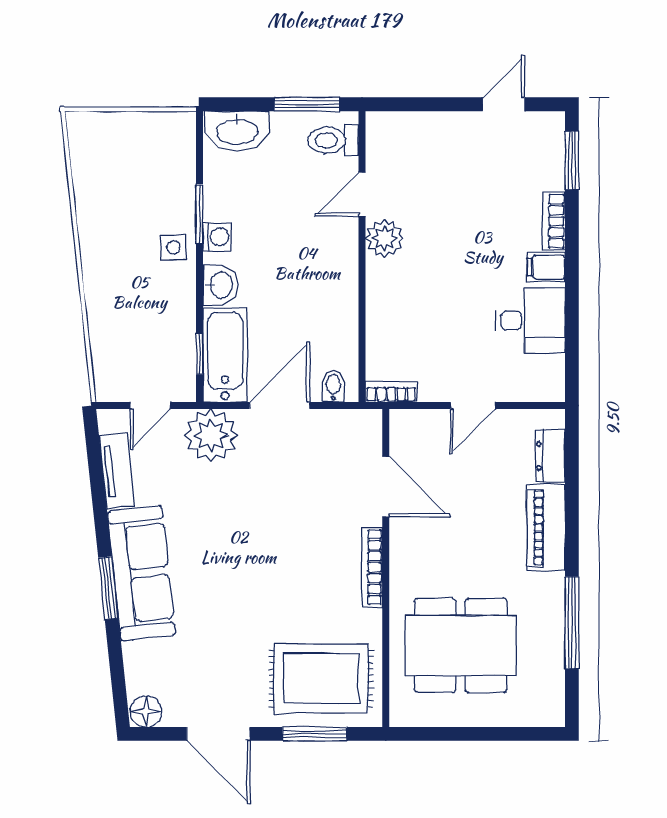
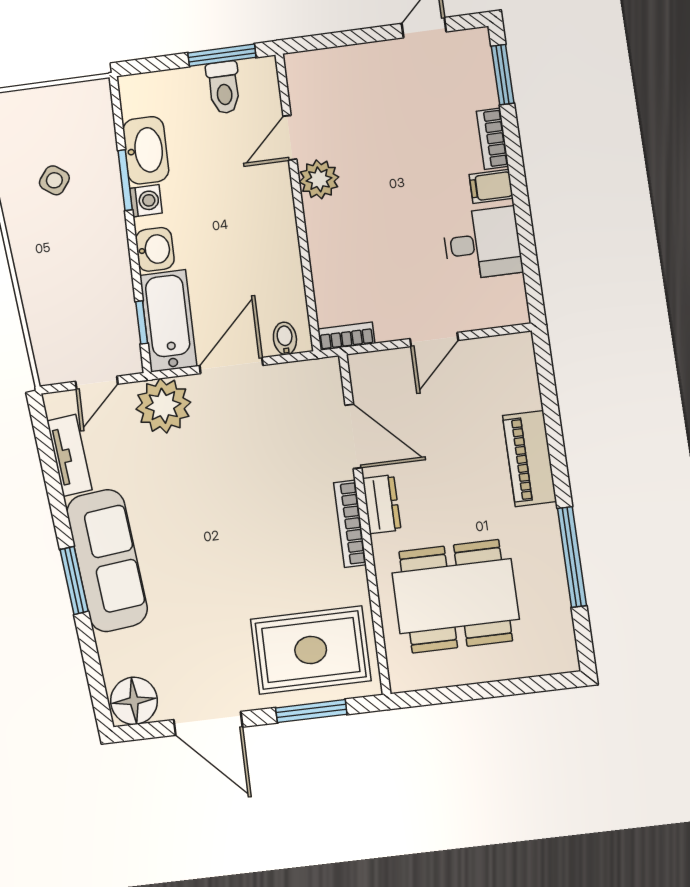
washbasin: (237, 131) -> (146, 150), moved, turned -90
toilet: (333, 140) -> (224, 87), moved, turned -90
side table: (174, 247) -> (54, 180), moved, turned 36
dresser: (550, 456) -> (382, 504), moved, turned 180
floor lamp: (146, 711) -> (134, 701), width x1.38, depth x1.38

